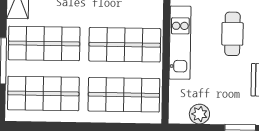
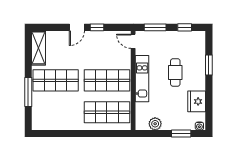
shop shelf: (43, 93) -> (56, 112), removed

